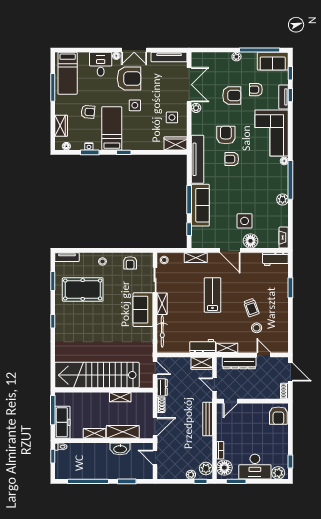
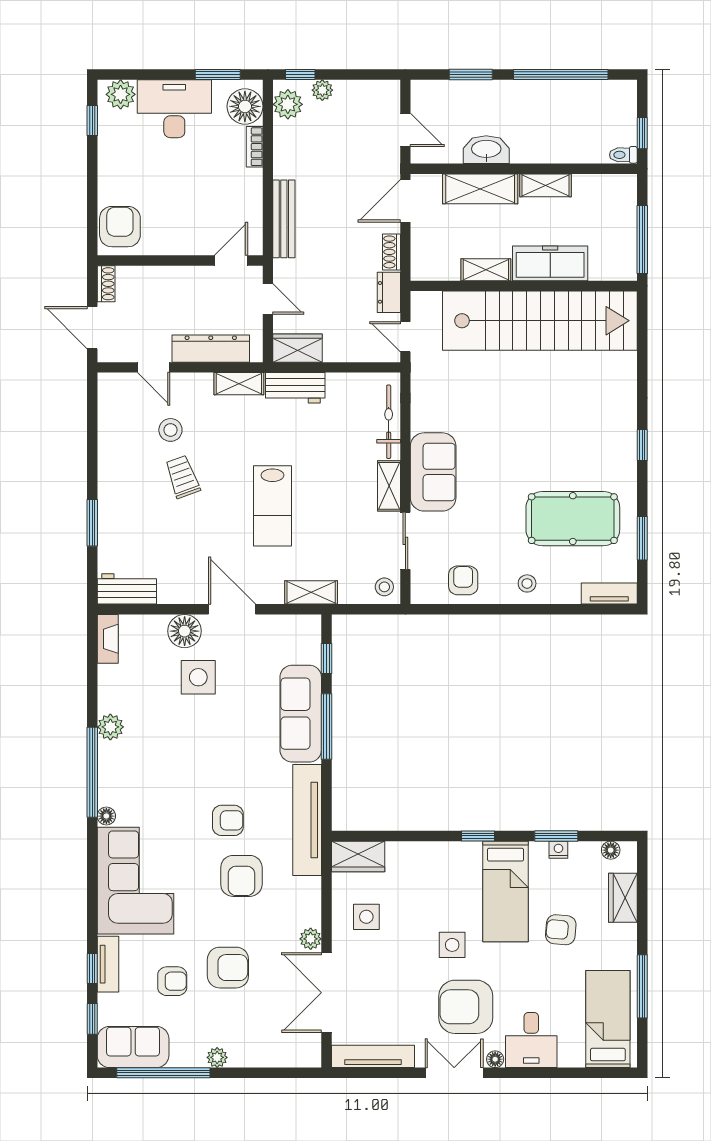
armchair: (232, 96) -> (228, 968), turned 180
freezer: (62, 422) -> (550, 263), moved, turned 90

